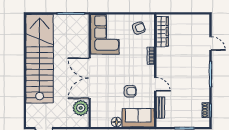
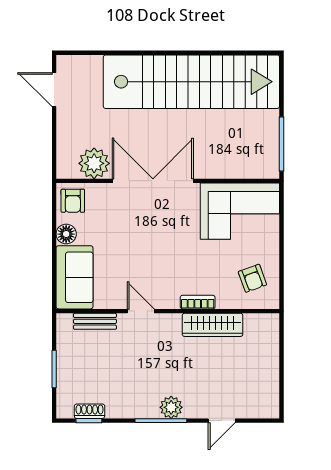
wardrobe: (162, 32) -> (213, 325), moved
plant: (204, 69) -> (171, 407), added
door: (155, 84) -> (141, 311), swing flipped
armchair: (130, 91) -> (73, 201), moved

